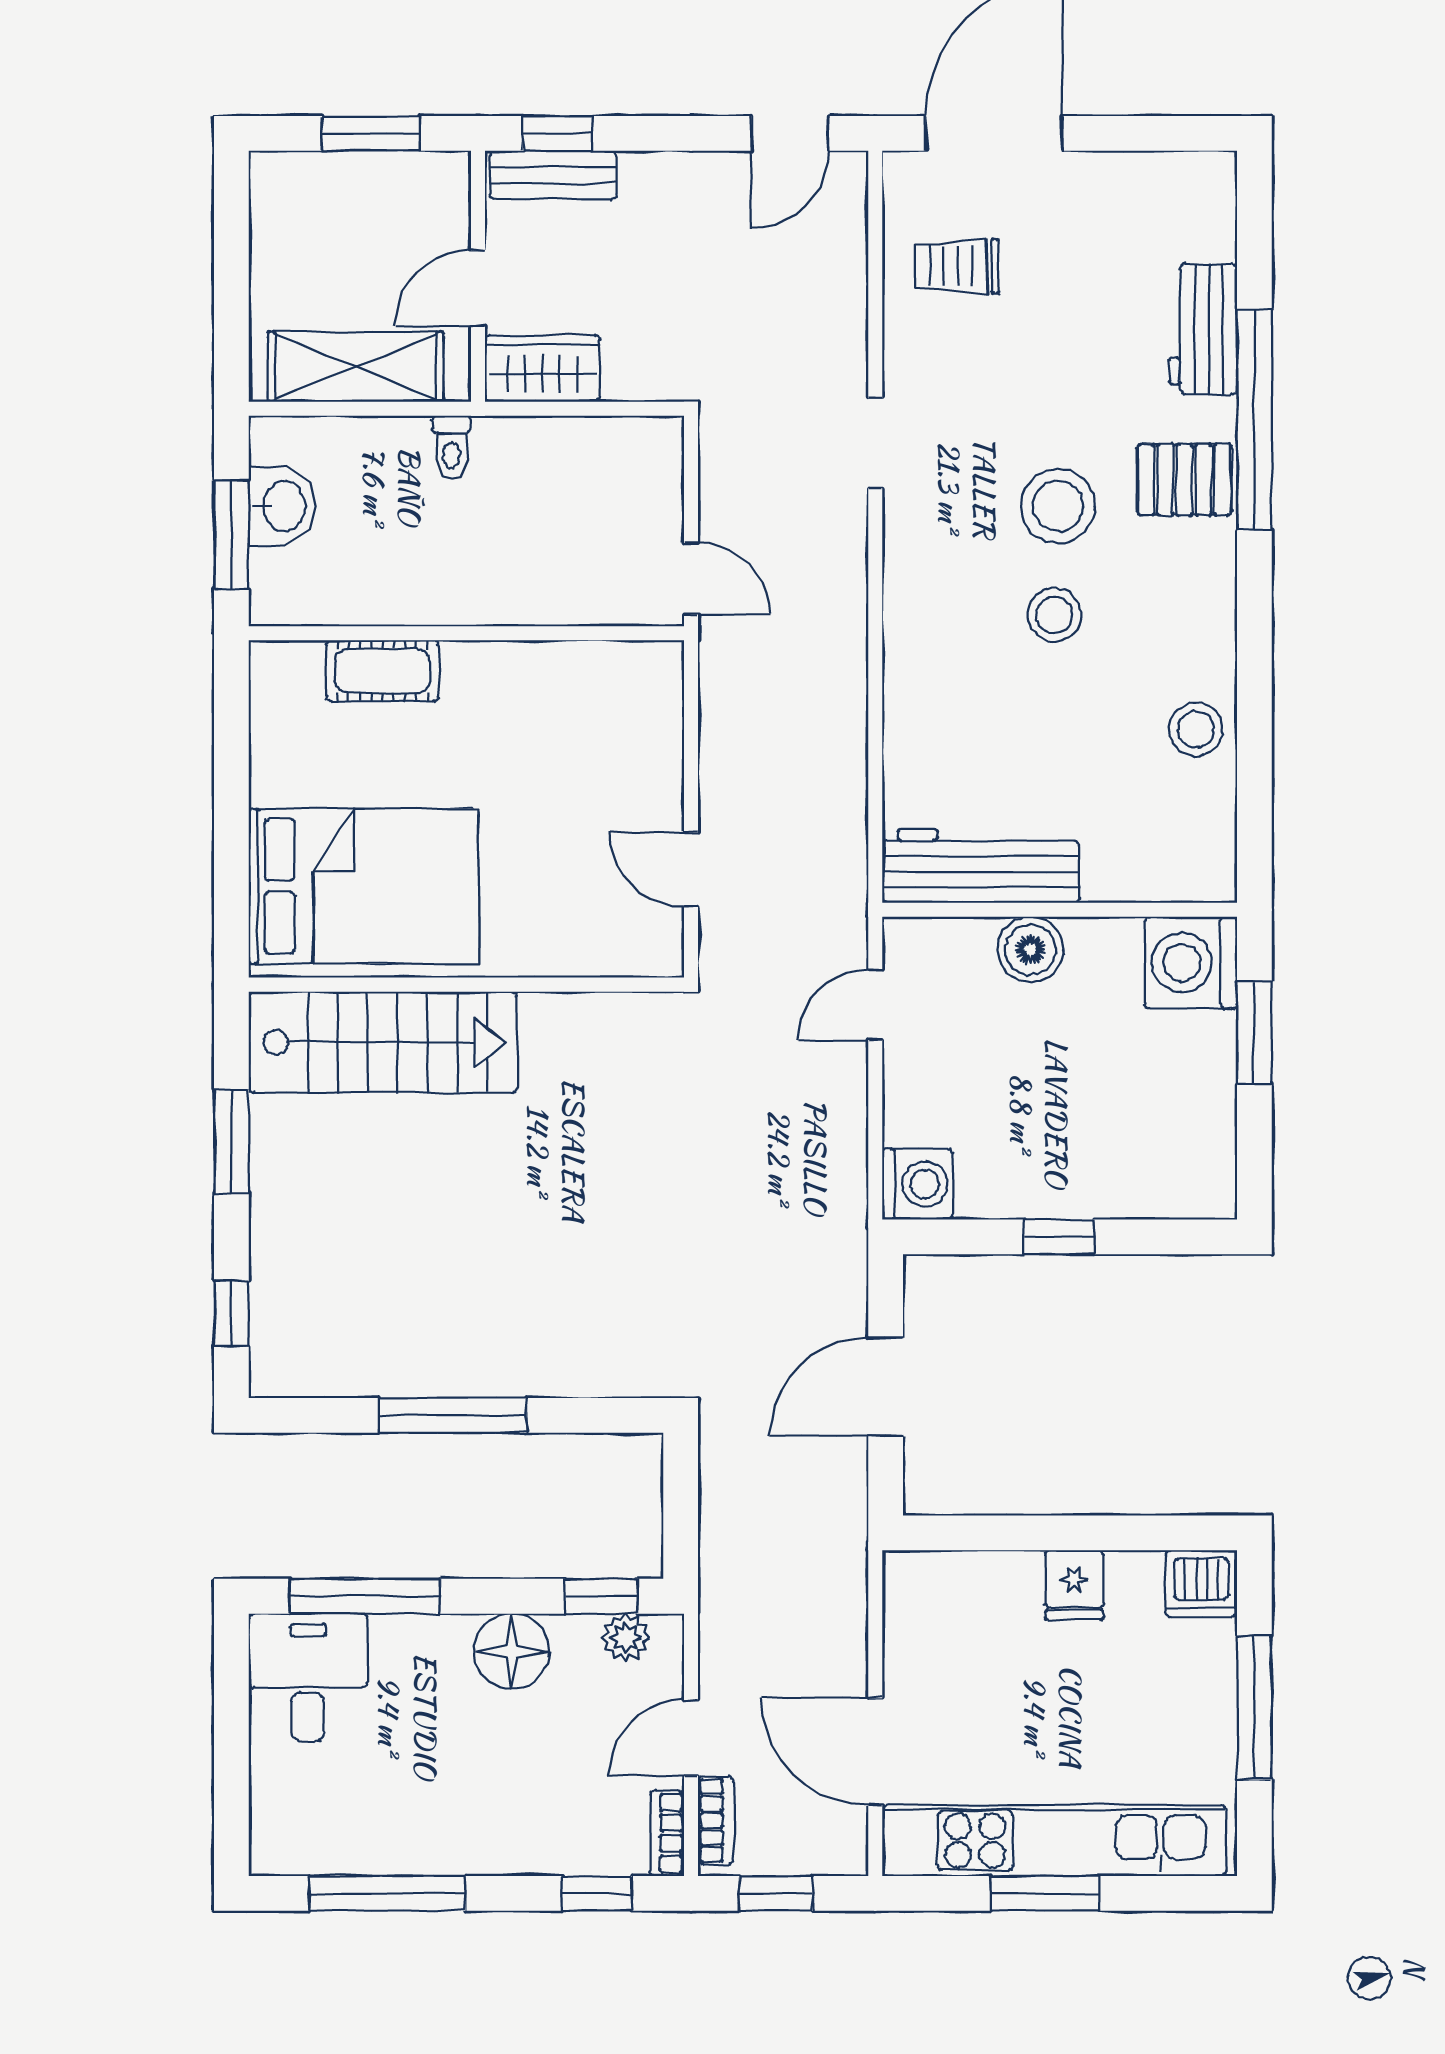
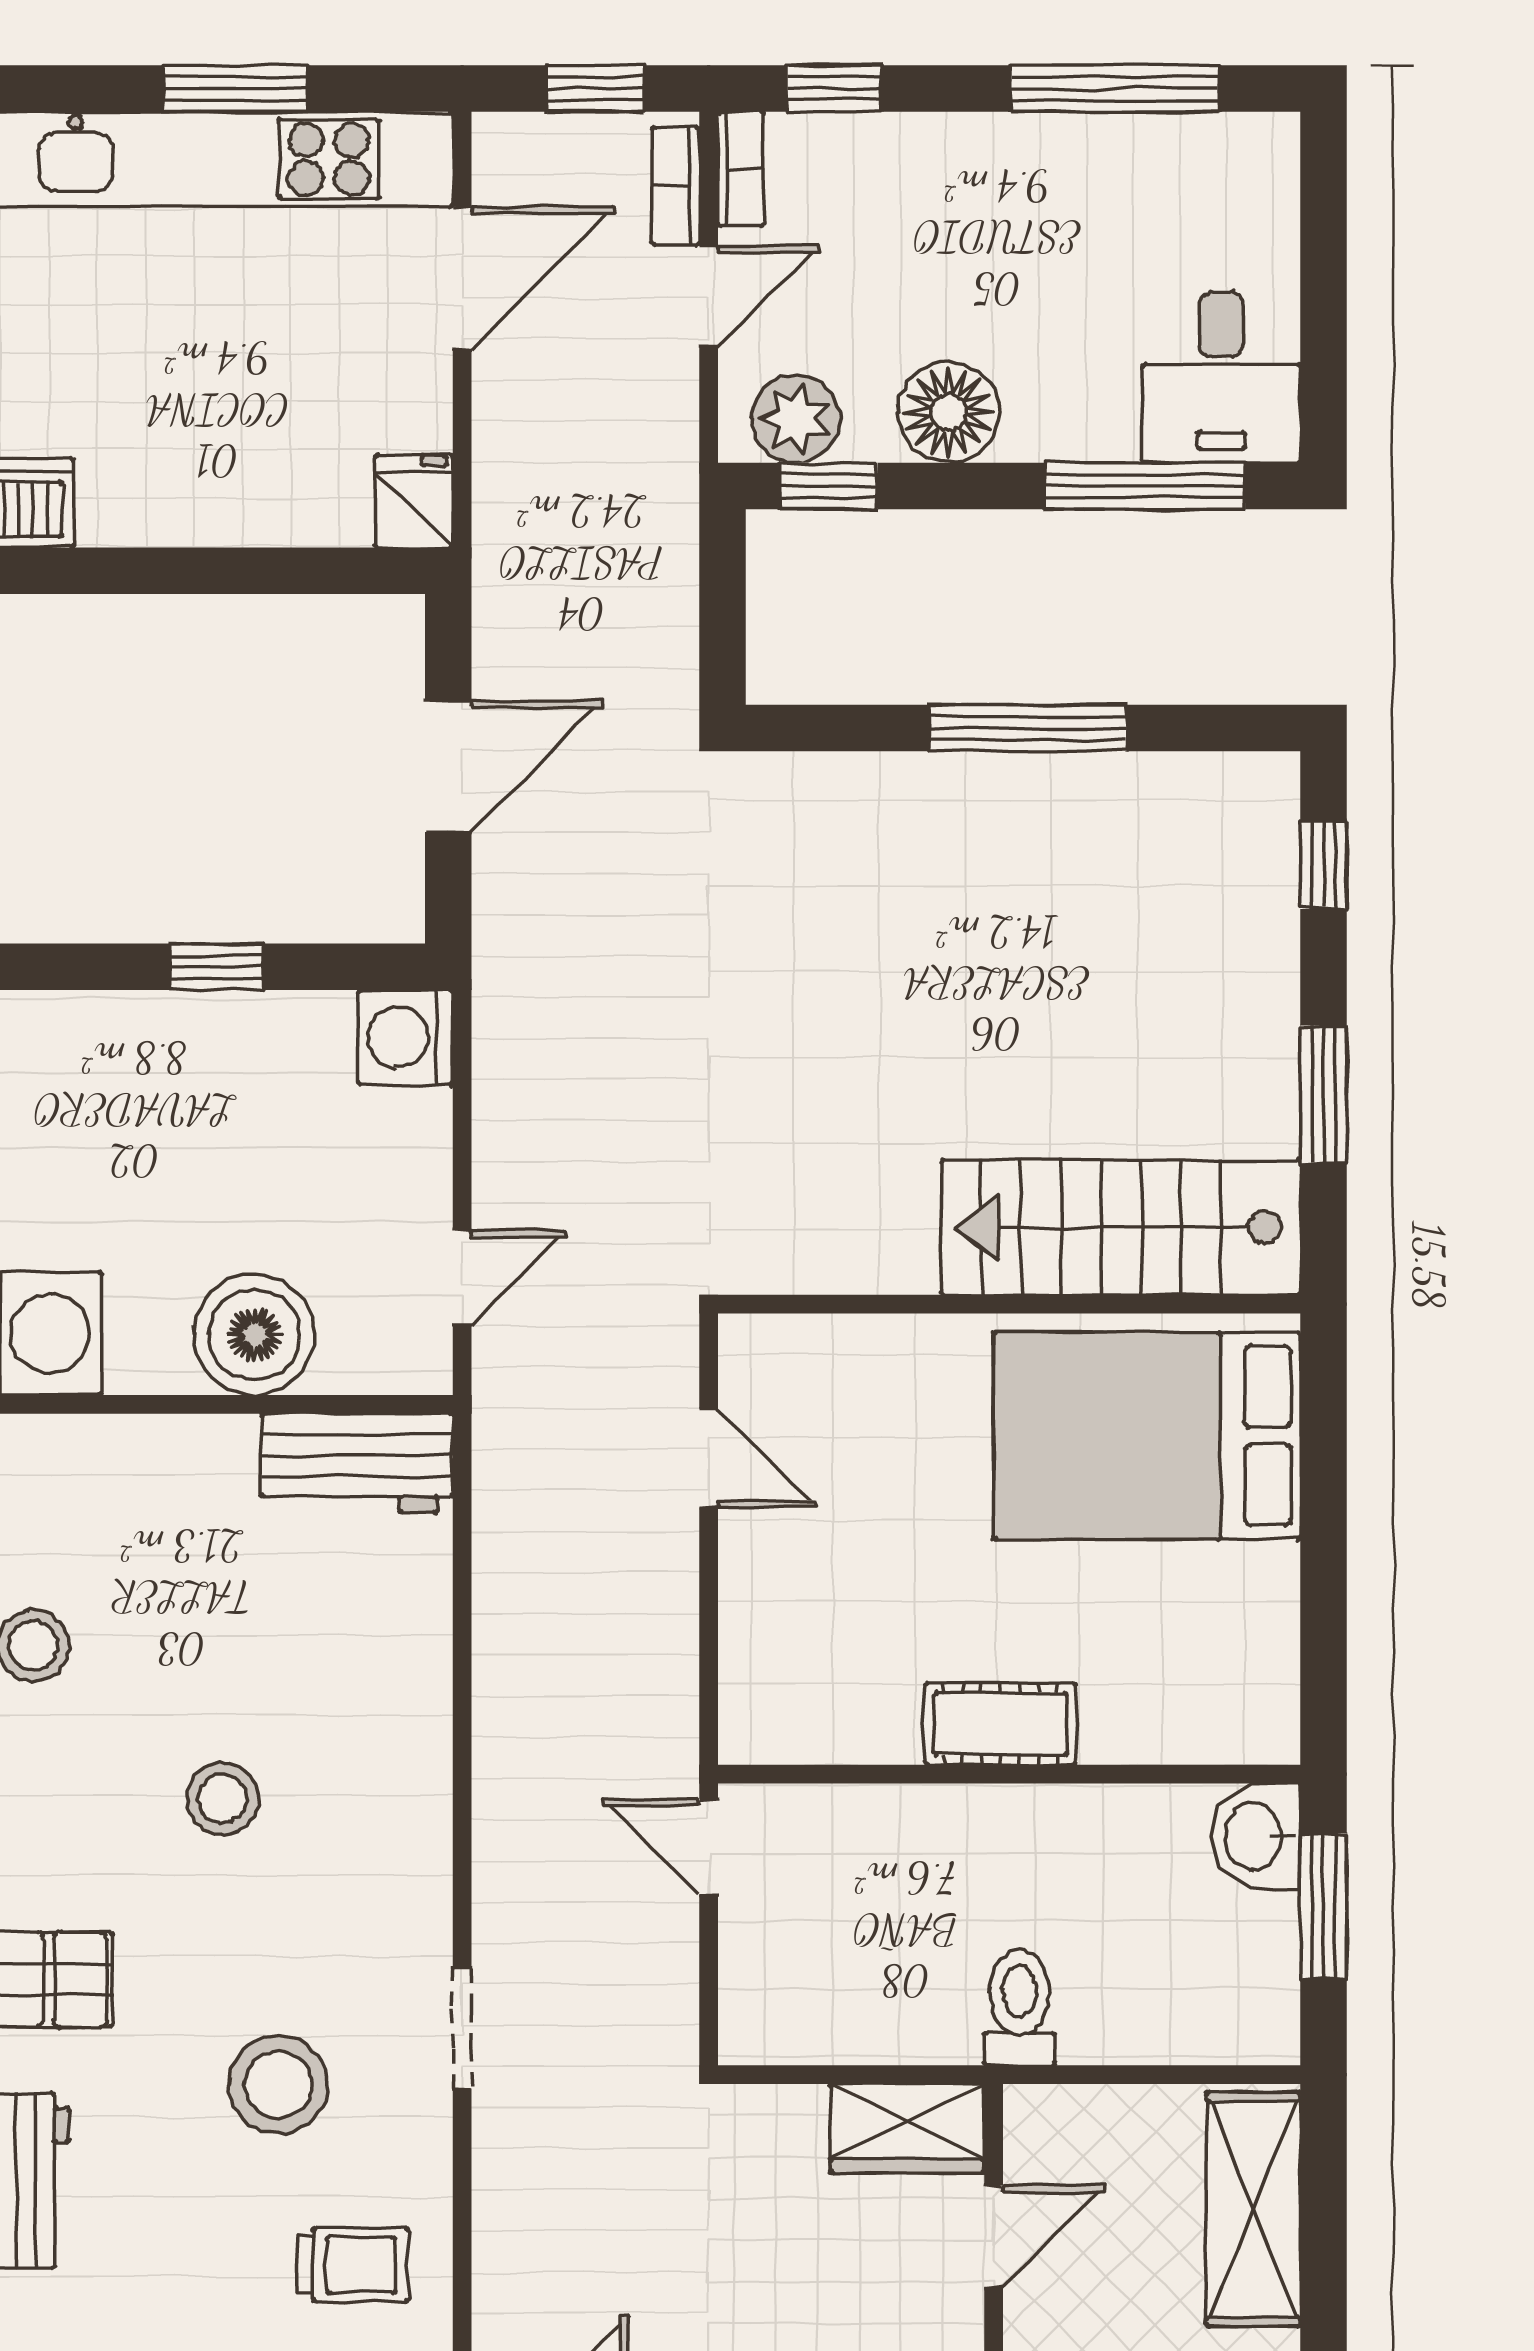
shelving: (356, 367) -> (1253, 2209), moved, turned 90
toilet: (451, 447) -> (1020, 2007), width x1.37, depth x1.39
washbasin: (282, 506) -> (1255, 1836), moved
stool: (1058, 506) -> (278, 2084), moved
cot: (383, 671) -> (1001, 1724), moved
workbench: (981, 866) -> (357, 1463), width x0.73
boiler: (1030, 950) -> (255, 1335), width x1.37, depth x1.37
fridge: (1074, 1585) -> (414, 501), moved
plant: (626, 1637) -> (796, 419), width x1.38, depth x1.38
door: (875, 1752) -> (462, 278), hinge flipped

